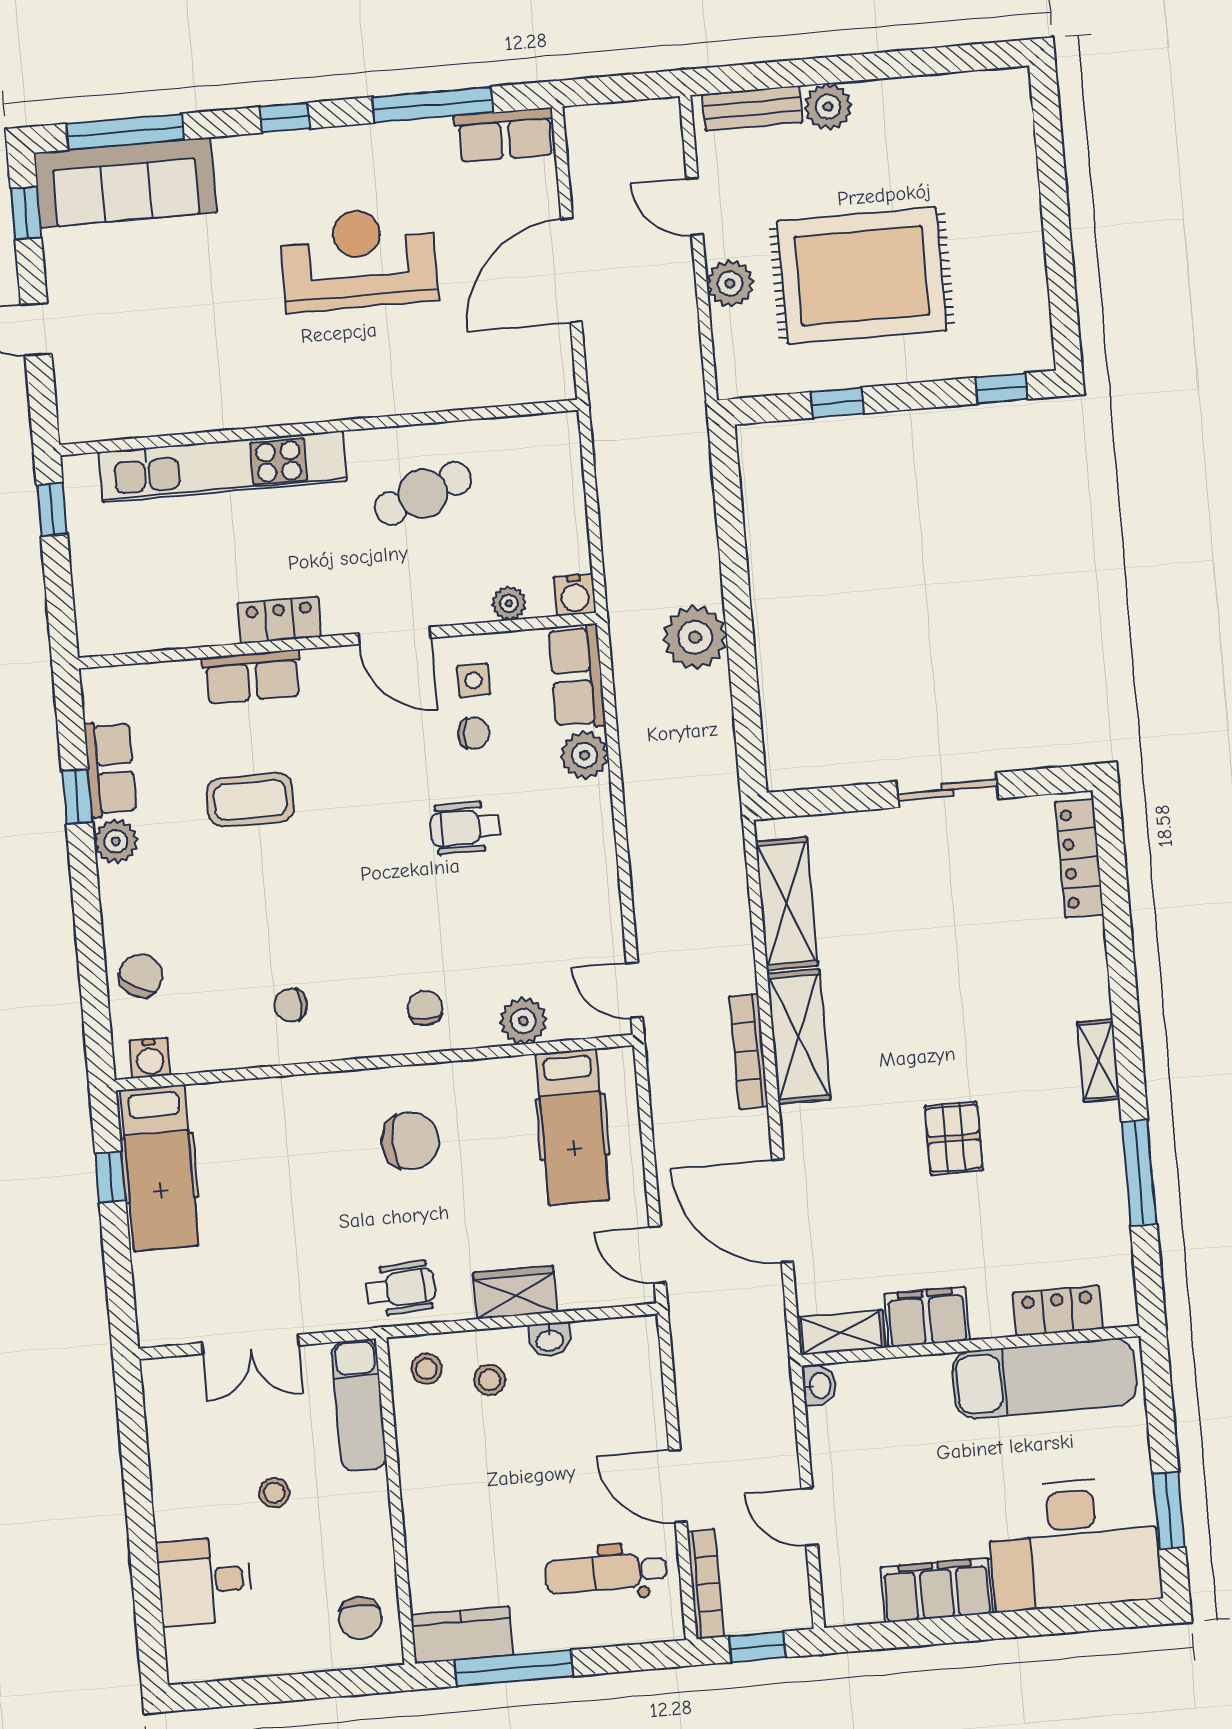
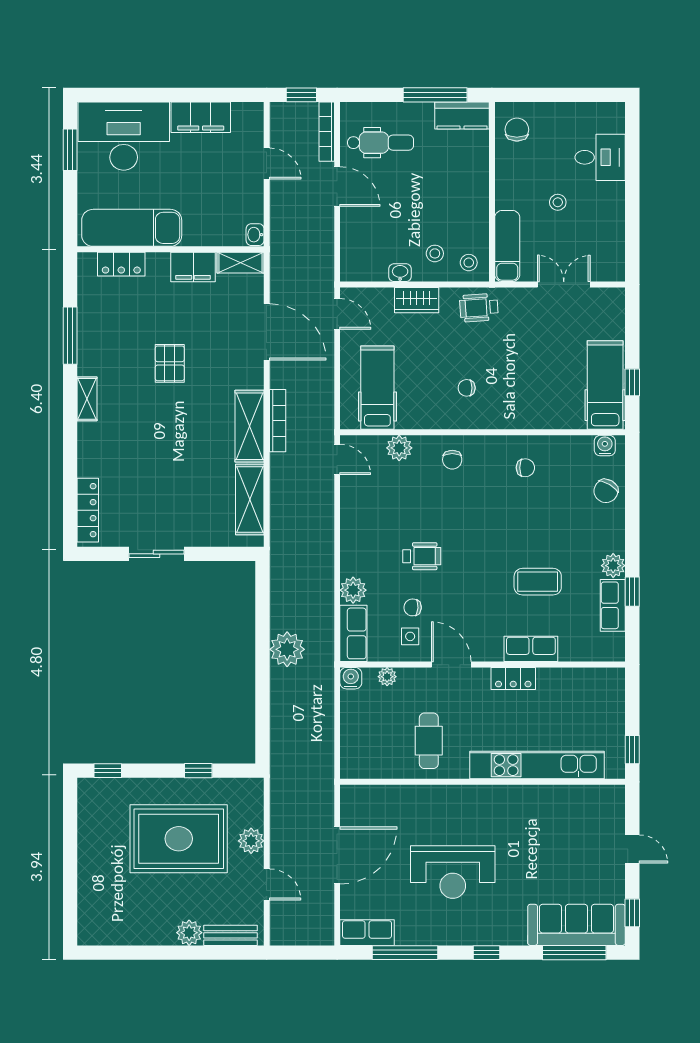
cafe table: (423, 494) -> (429, 741), turned -70
chair: (410, 1141) -> (467, 388), width x0.54, depth x0.54

